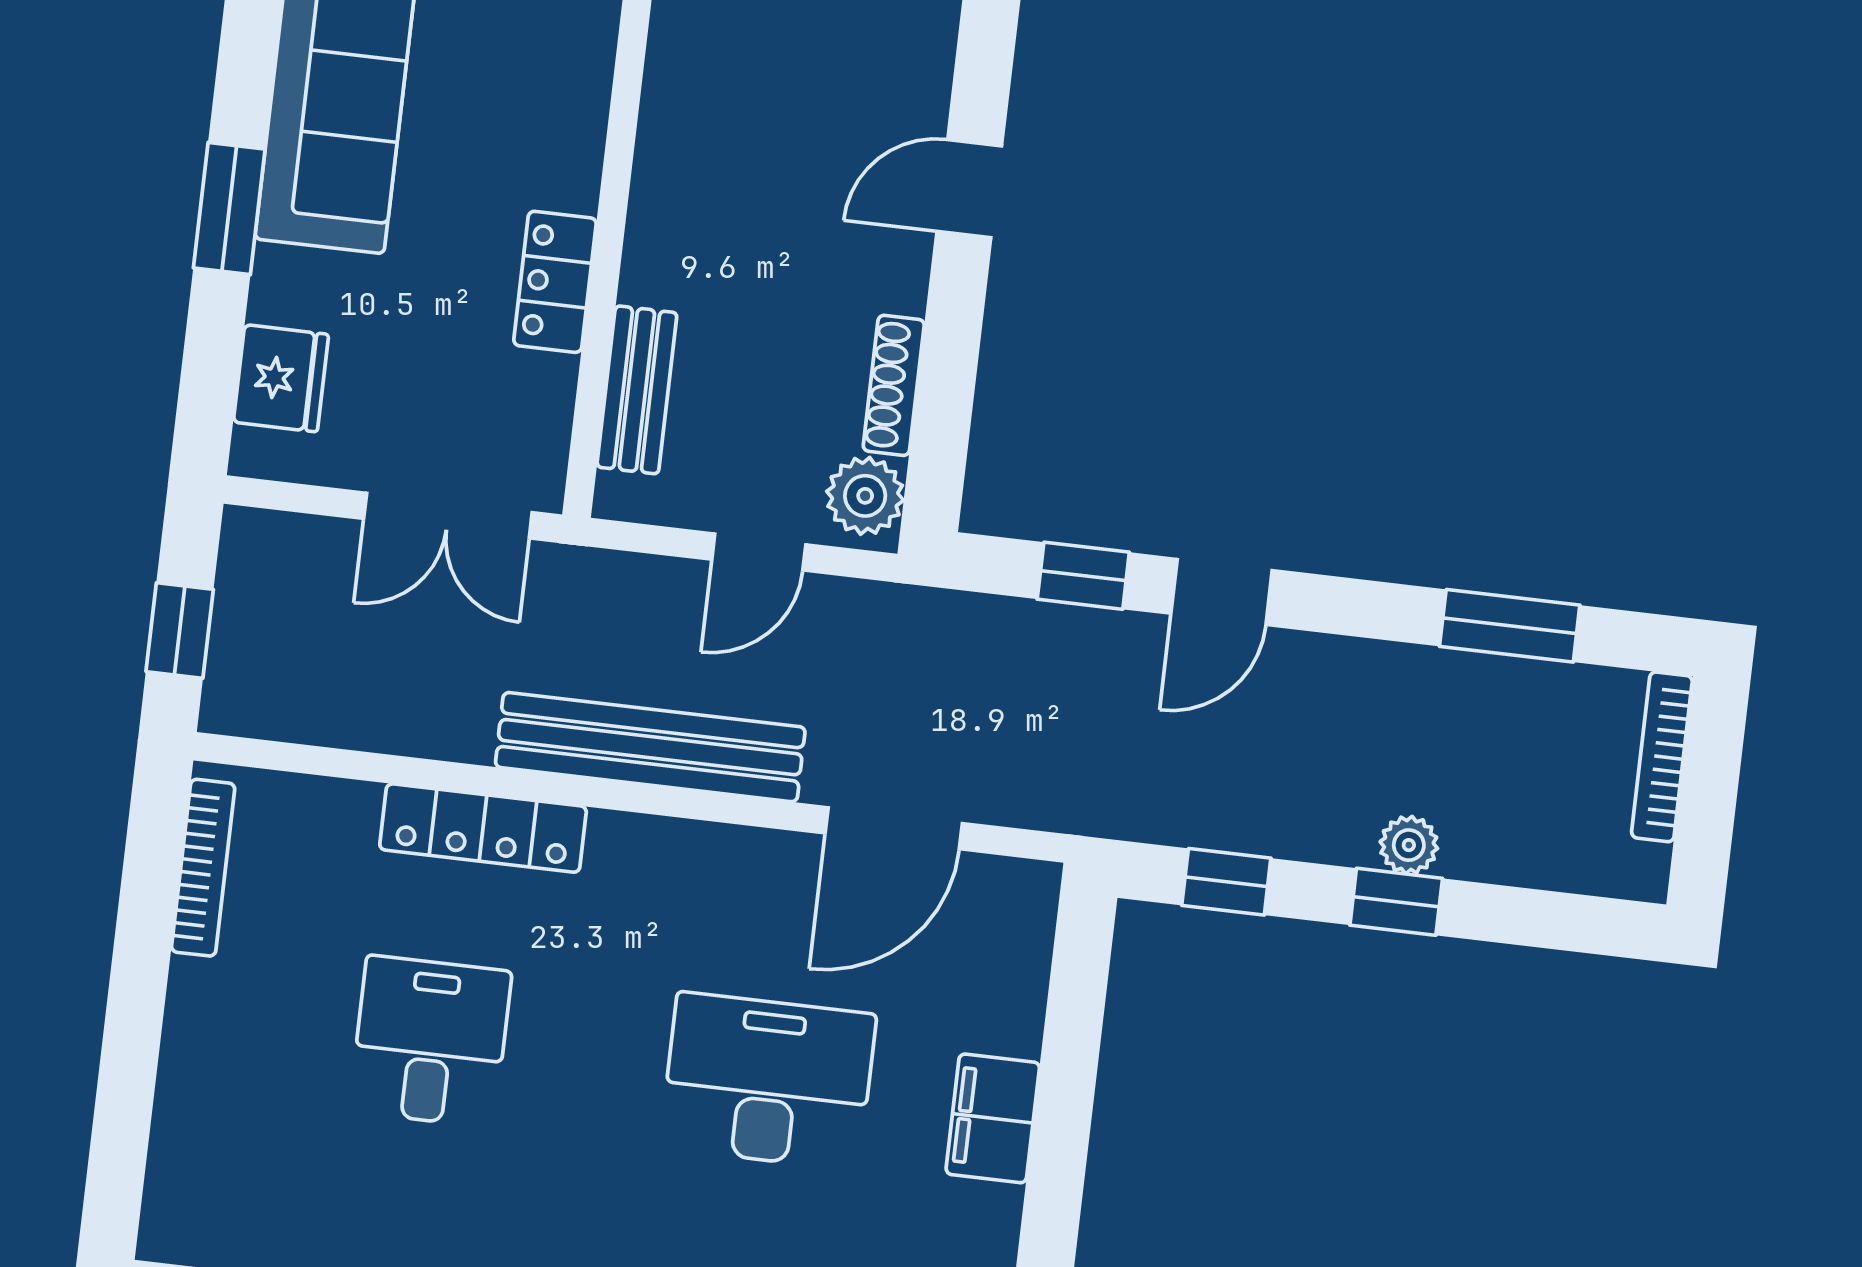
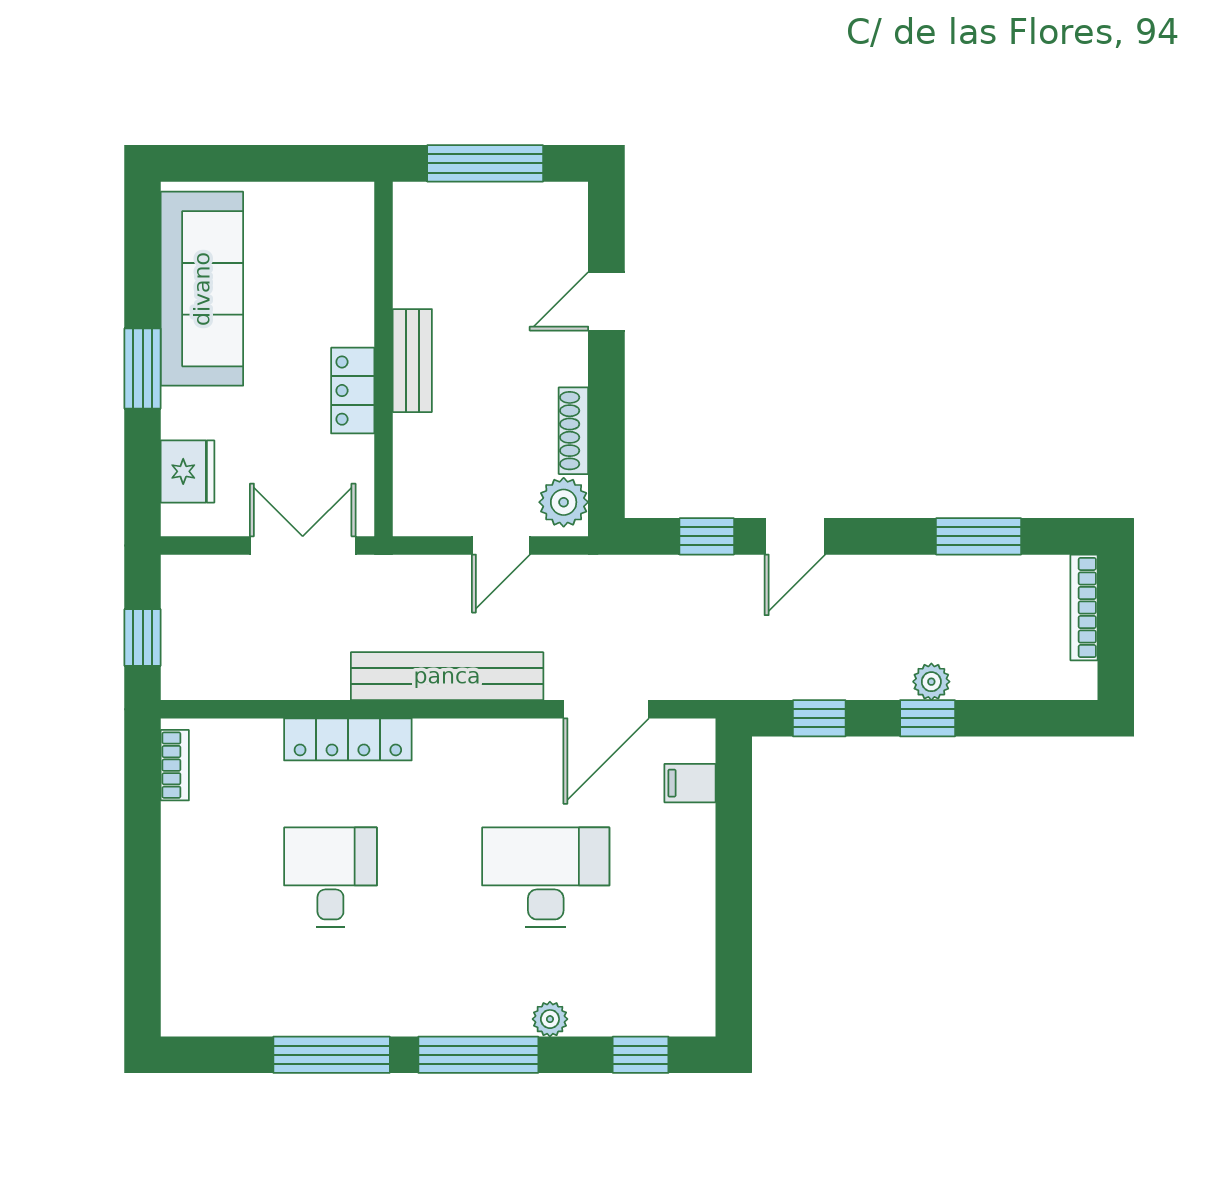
bench: (637, 390) -> (412, 361), moved
double door: (448, 516) -> (303, 545), swing flipped
bookcase: (203, 868) -> (175, 765), width x0.64
filing cabinet: (993, 1118) -> (690, 783), moved, width x0.50

